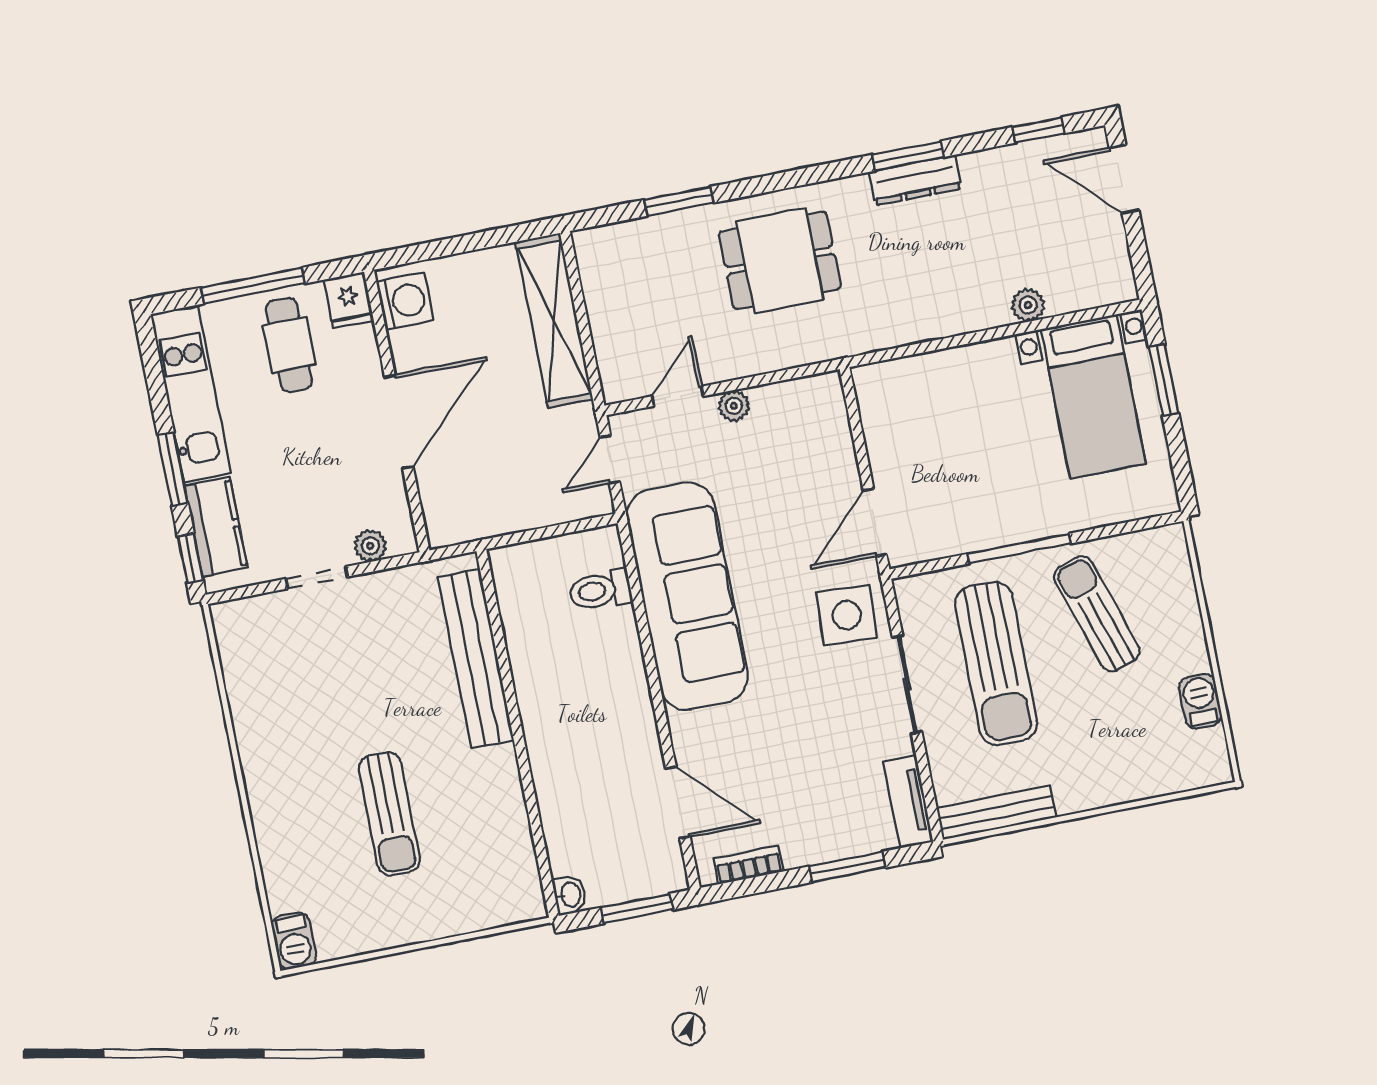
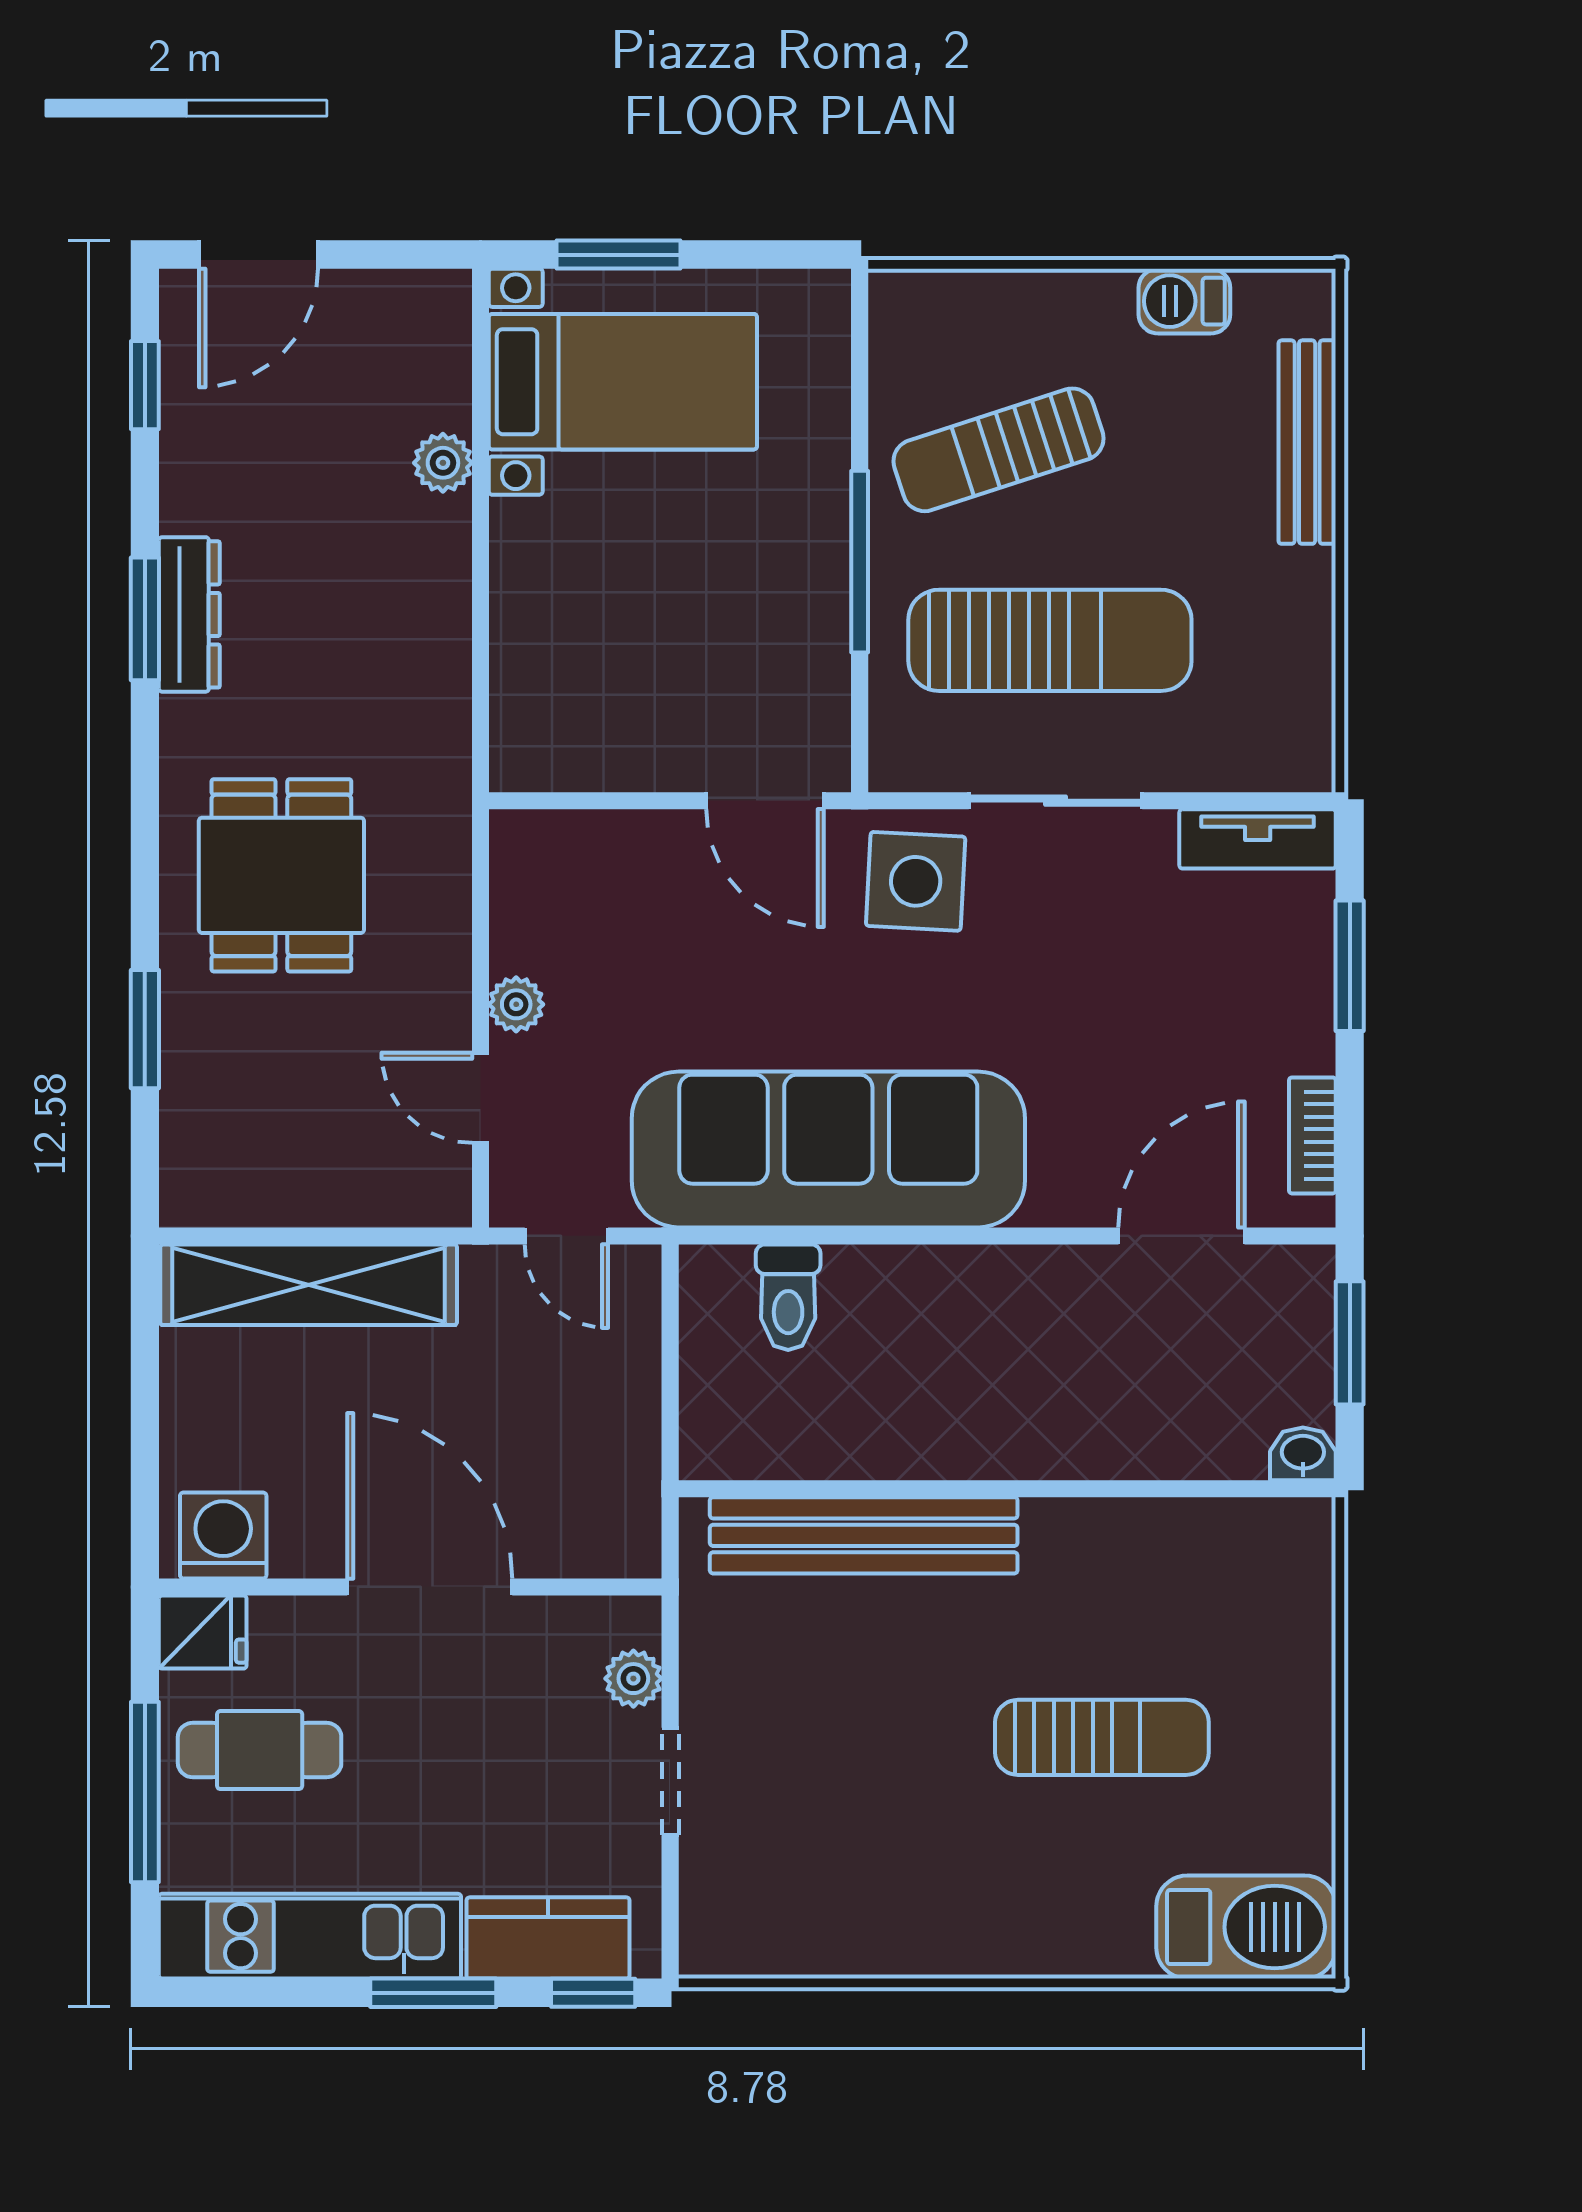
bench: (997, 813) -> (1307, 442), moved
barbecue: (294, 941) -> (1246, 1927), width x1.88, depth x1.53

